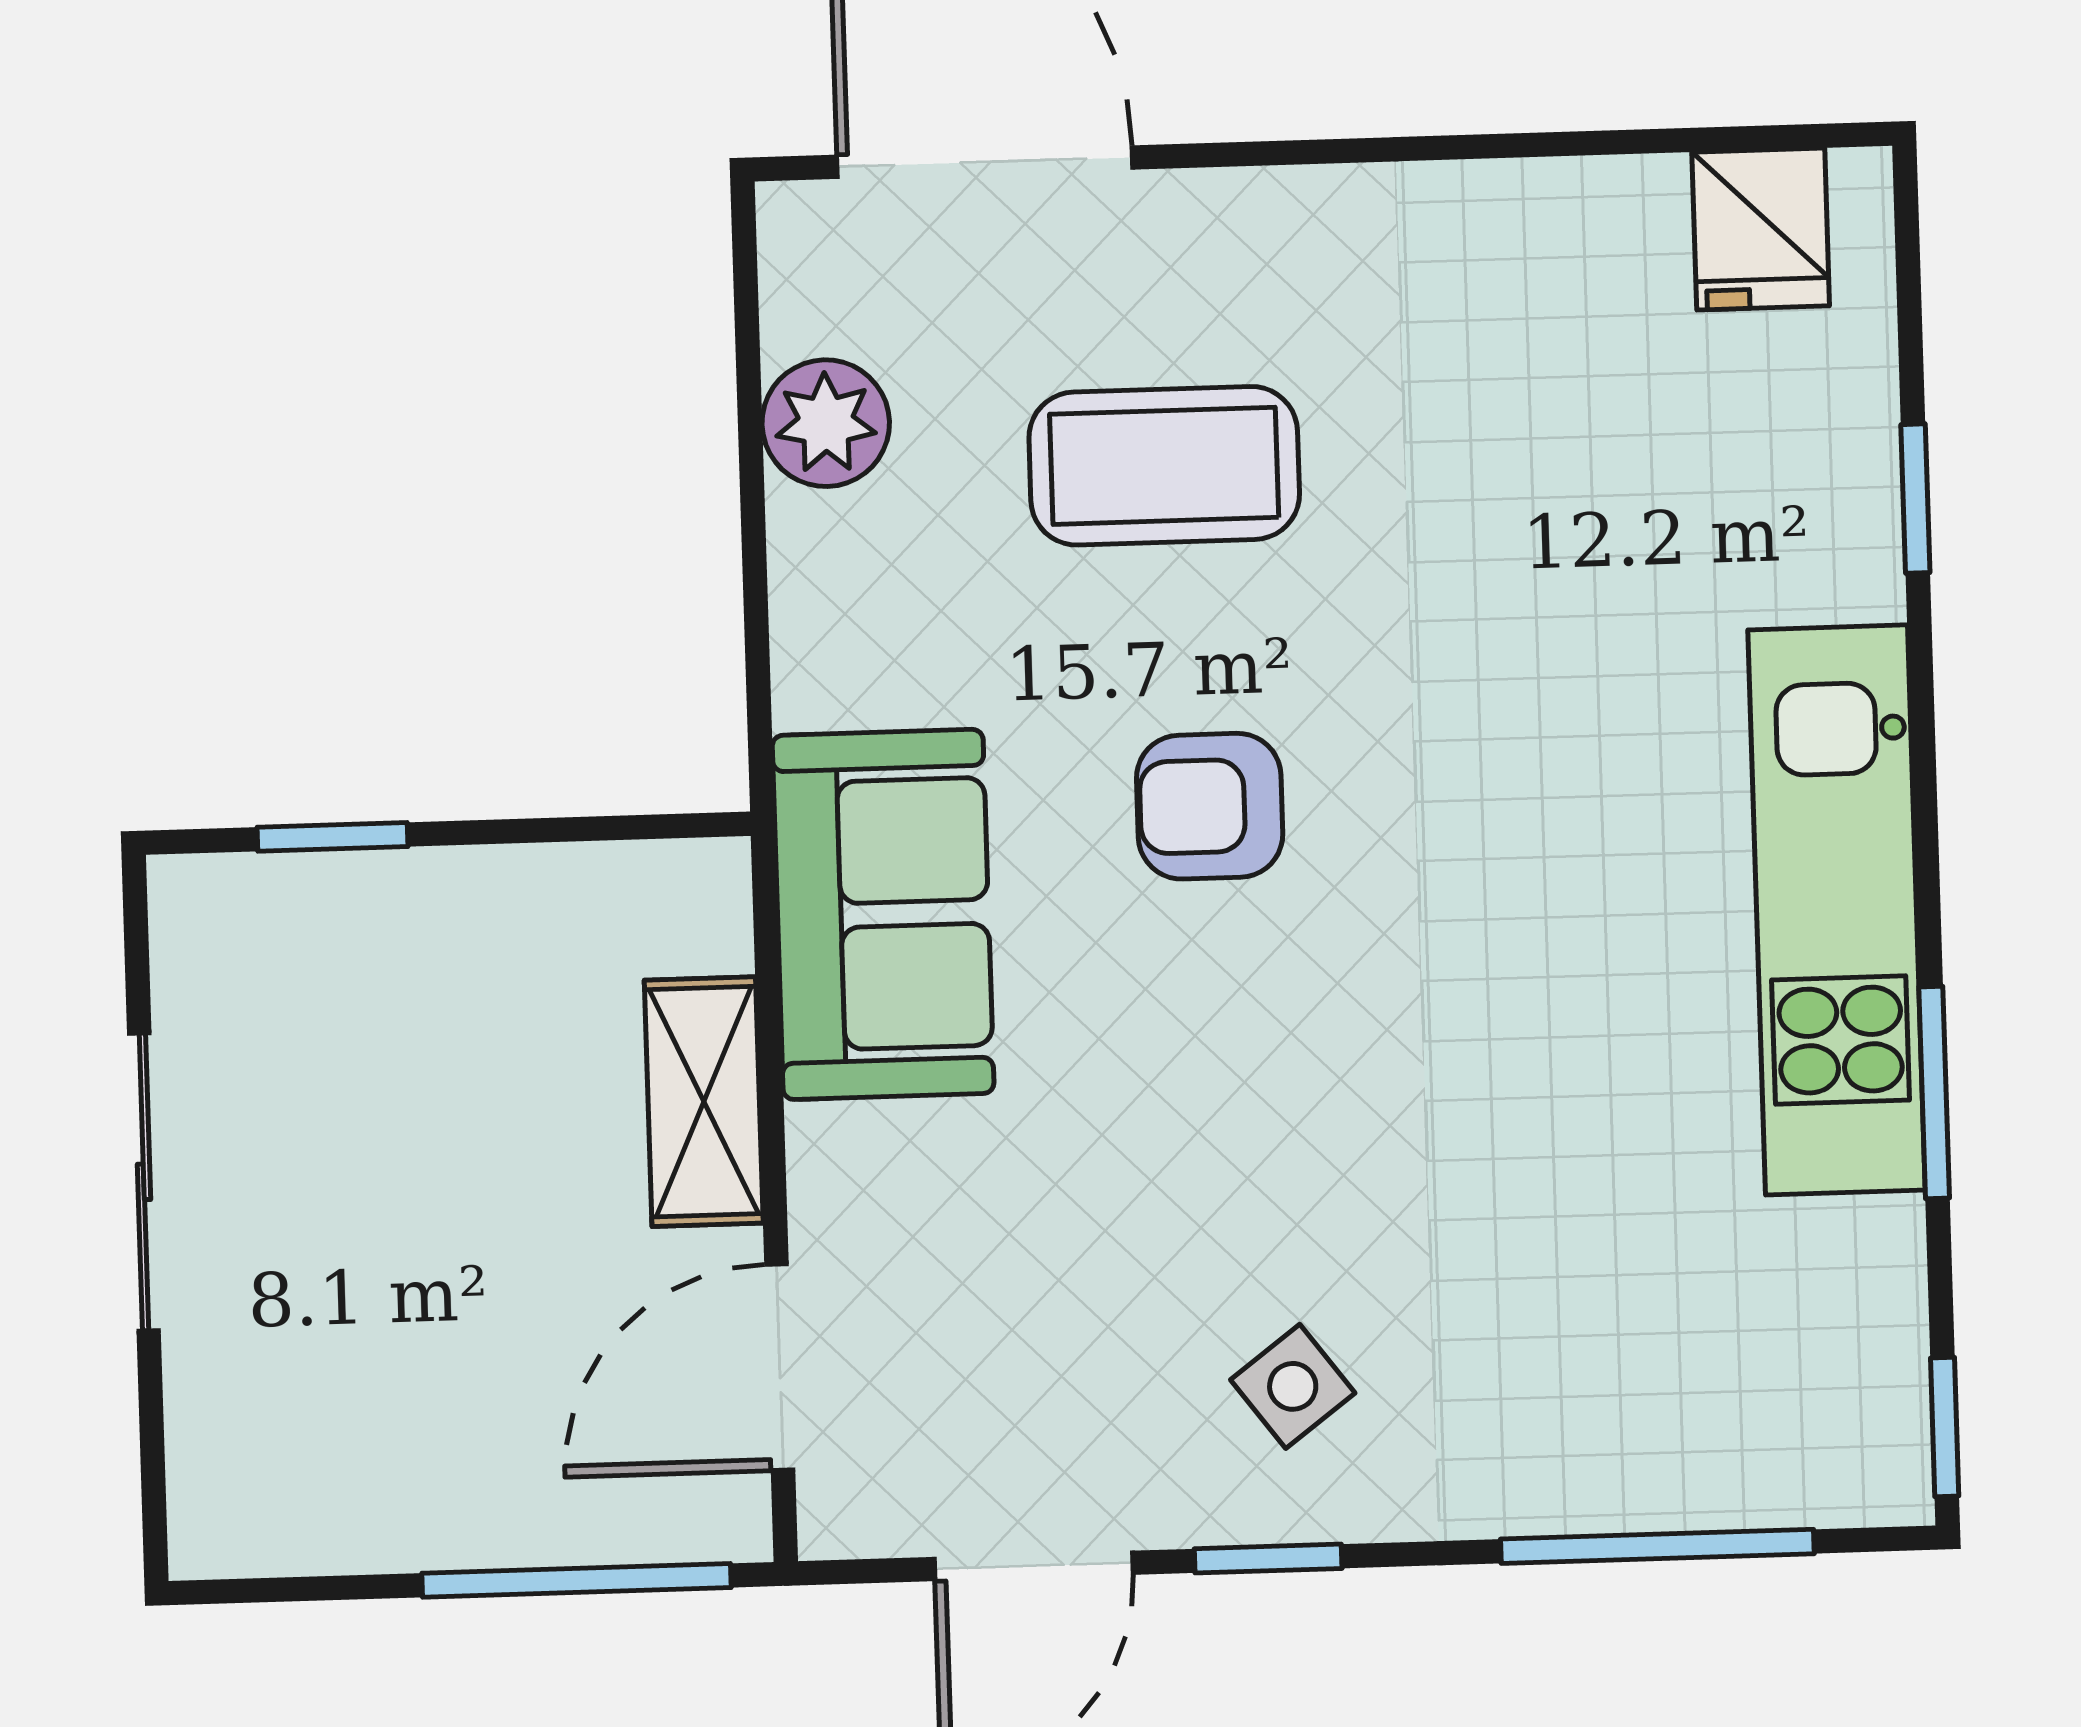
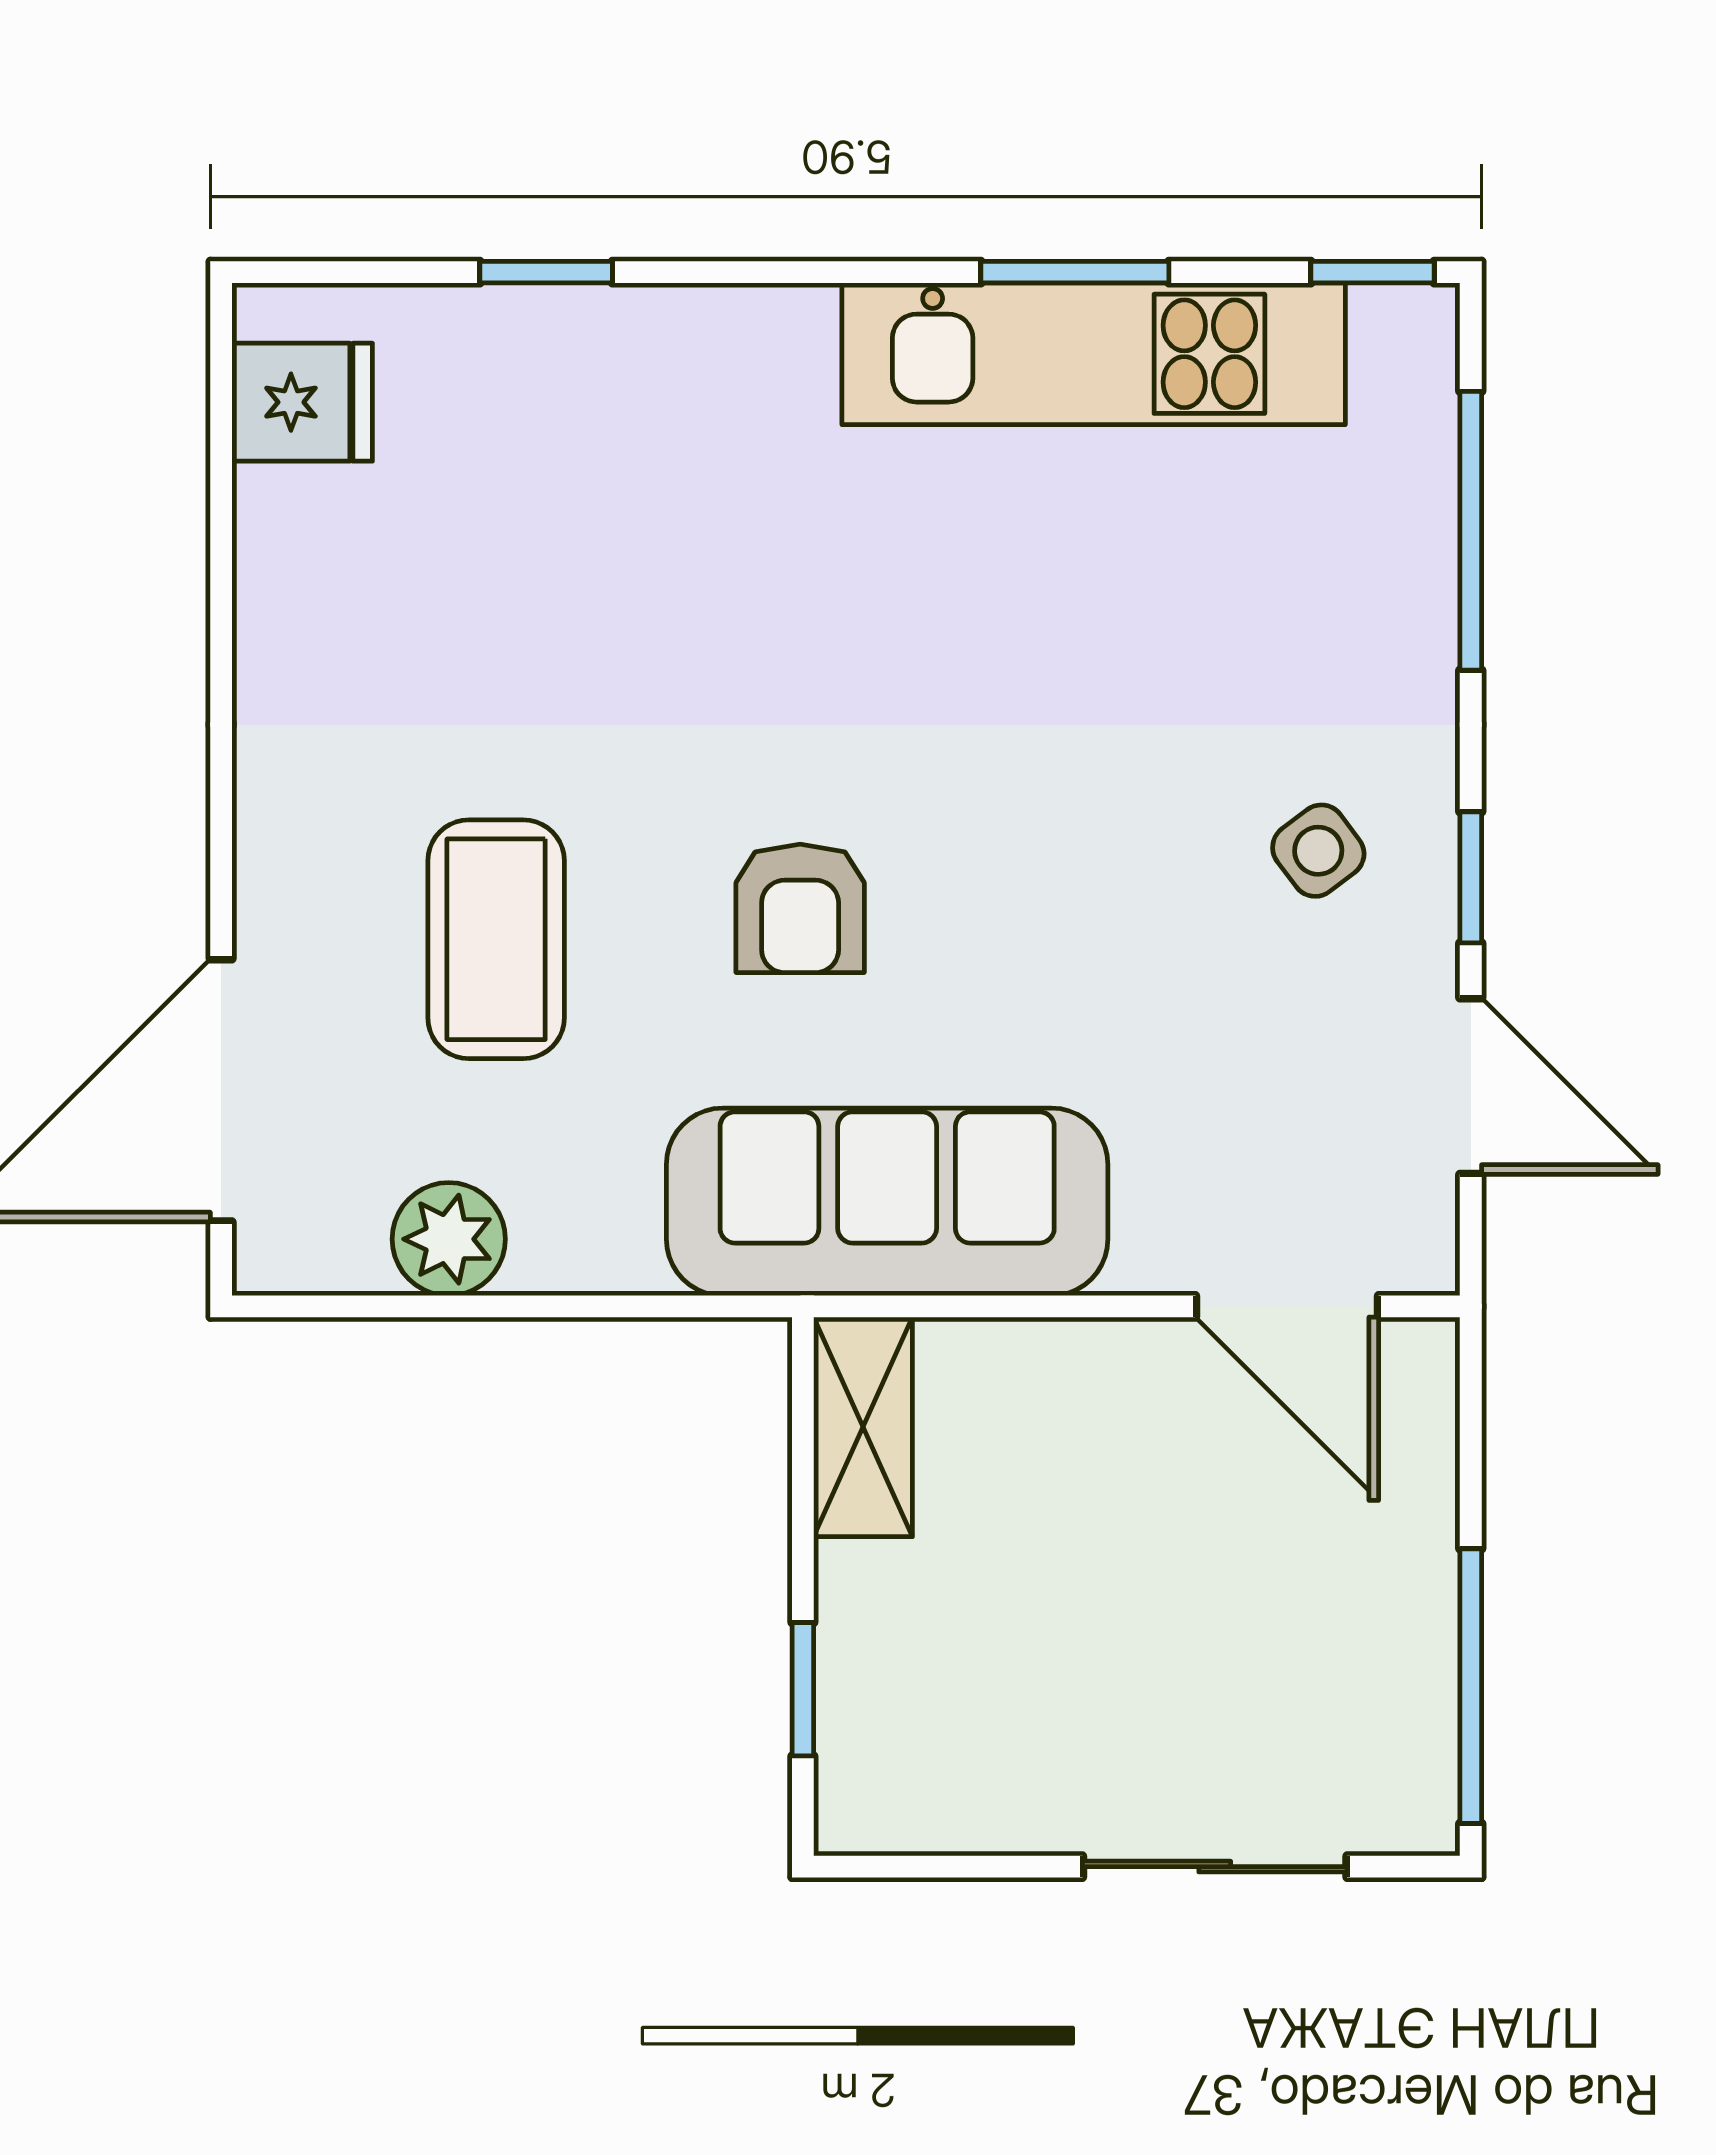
kitchen unit: (1836, 910) -> (1094, 354), moved
sofa: (883, 914) -> (887, 1202), width x1.36
shelving: (704, 1102) -> (863, 1427), moved, turned 90
sliding door: (144, 1182) -> (1215, 1867), moved
window: (576, 1580) -> (1471, 1686), moved

